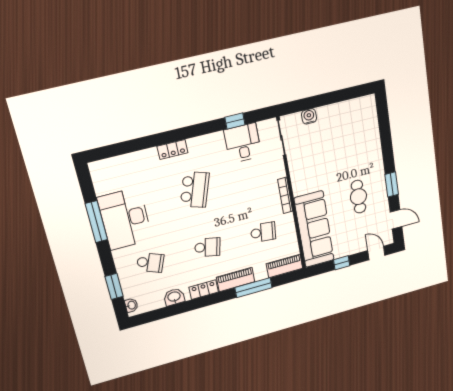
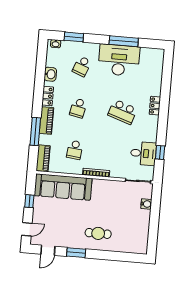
cafe table: (358, 197) -> (98, 233), moved

